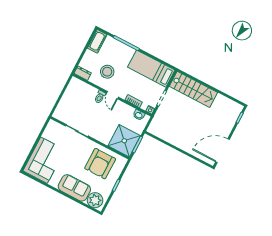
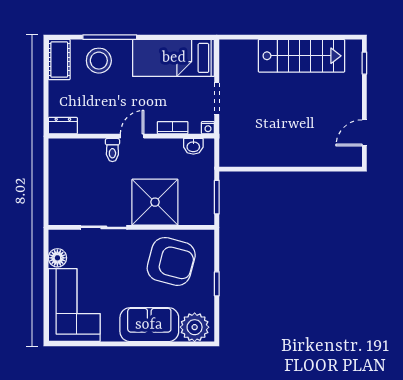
stool: (107, 72) -> (99, 61), moved
stairs: (193, 89) -> (301, 56), moved
door: (113, 95) -> (132, 136), swing flipped
floor lamp: (48, 134) -> (57, 258), added
shower: (124, 141) -> (155, 202), moved
door: (222, 151) -> (364, 133), width x0.53
armchair: (100, 164) -> (171, 261), turned -75

